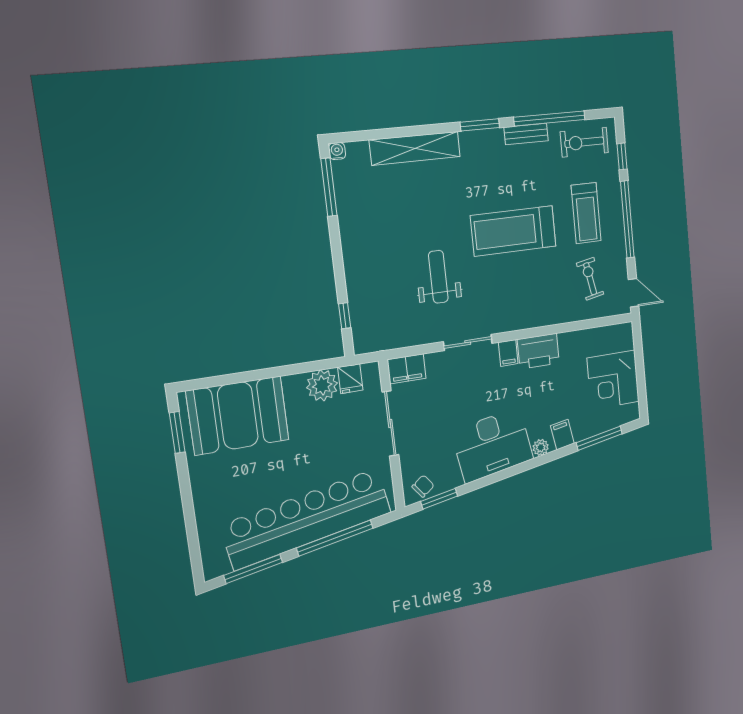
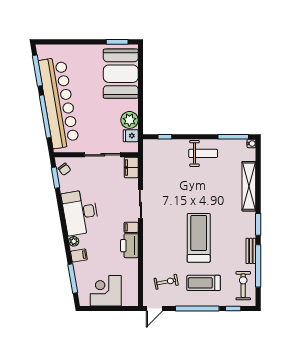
weight bench: (438, 277) -> (203, 153), moved

